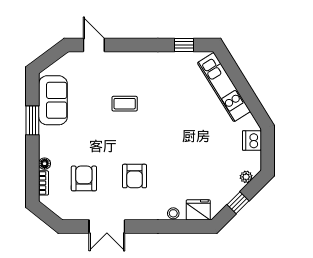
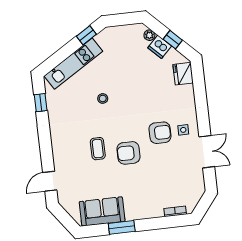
window: (254, 106) -> (86, 35), added
dishwasher: (252, 141) -> (160, 47), moved, turned 45
floor lamp: (45, 164) -> (158, 212), removed
armchair: (84, 178) -> (128, 153), moved
side table: (135, 203) -> (183, 130), added
stool: (173, 213) -> (103, 98), moved

